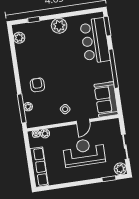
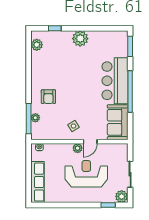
bar counter: (95, 41) -> (115, 81), moved
armchair: (37, 85) -> (48, 97), turned 180
plant: (45, 133) -> (78, 148), moved

